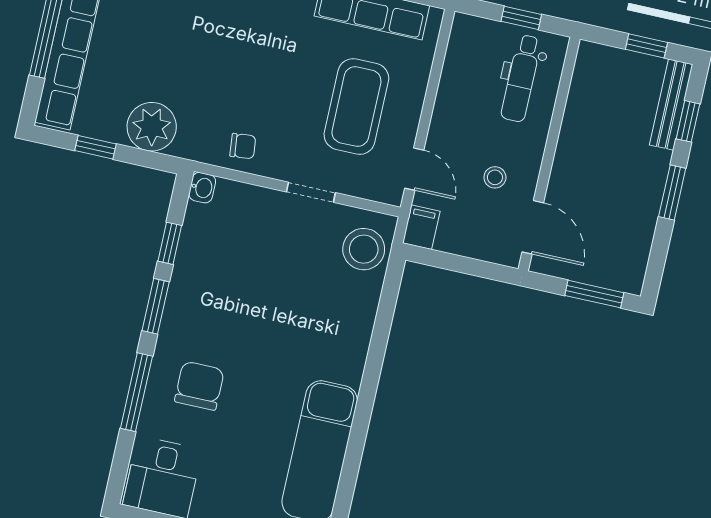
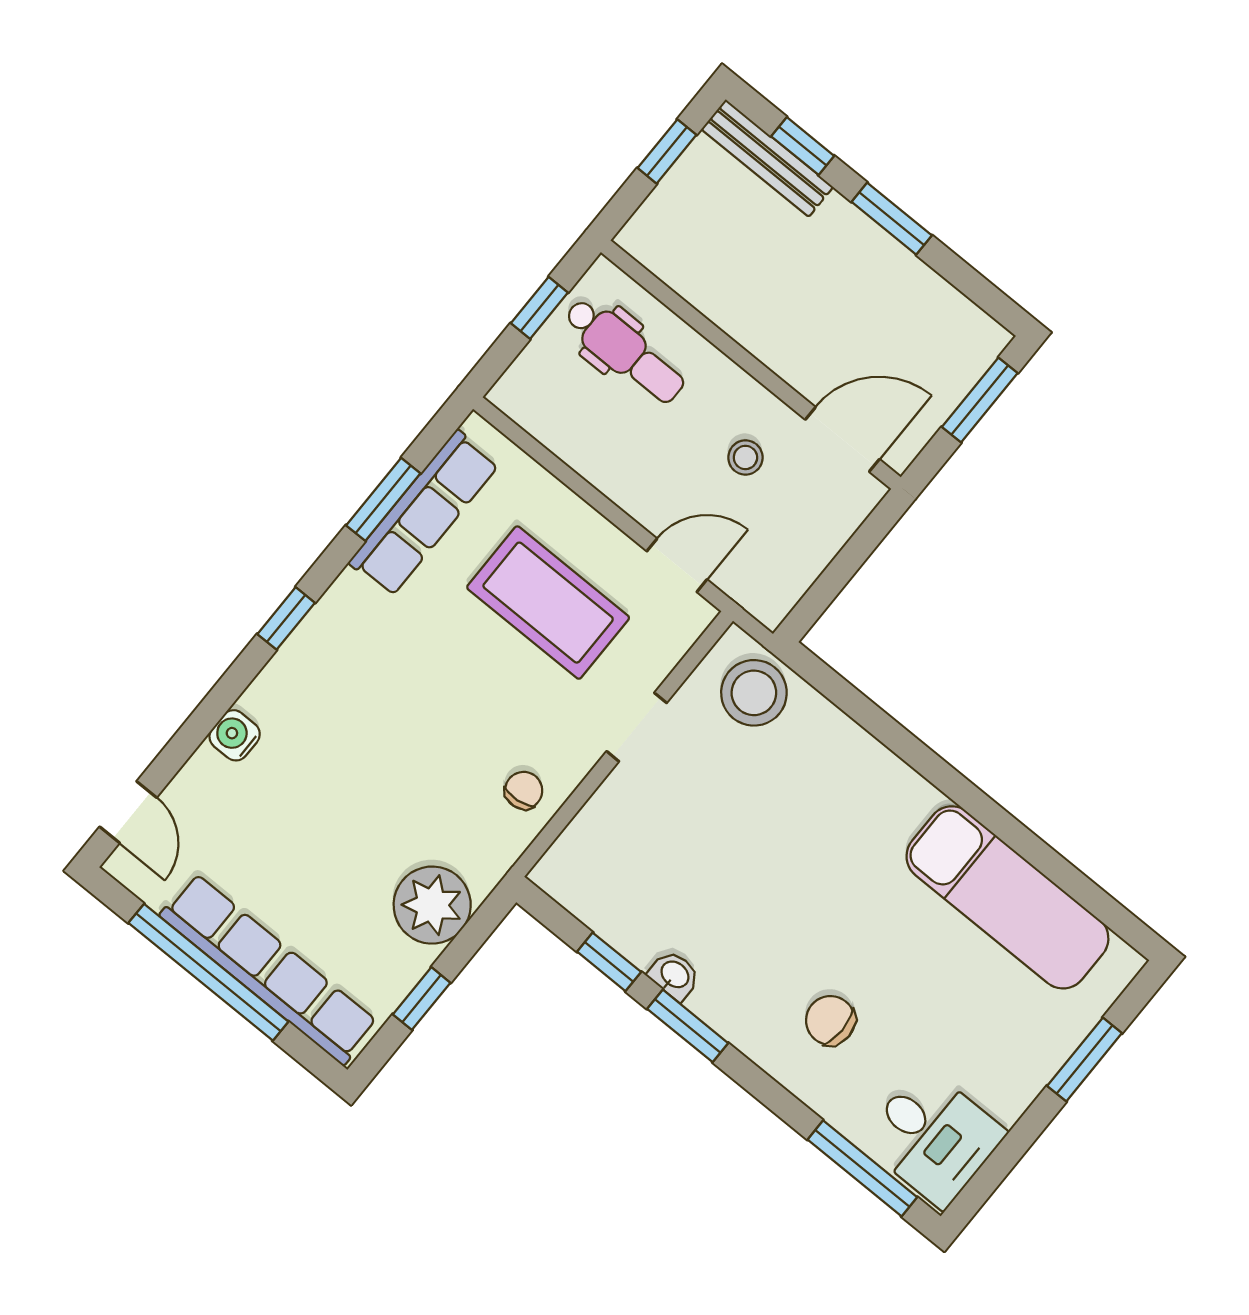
washbasin: (202, 188) -> (674, 975), moved
filing cabinet: (421, 227) -> (764, 596), removed
chair: (199, 386) -> (830, 1020), width x0.73, depth x0.73
window: (136, 392) -> (862, 1168), moved

